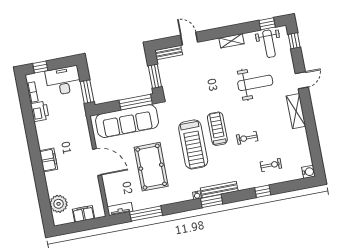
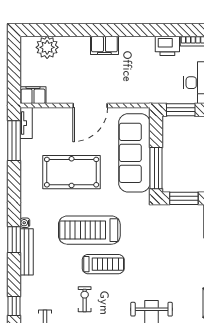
filing cabinet: (83, 214) -> (33, 95), moved, turned -90
window: (146, 214) -> (14, 141), moved

